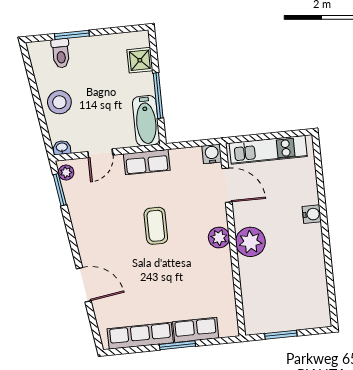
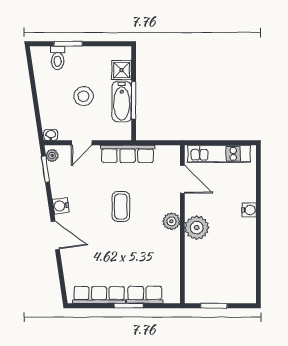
stool: (59, 102) -> (83, 96), moved
bathtub: (146, 121) -> (122, 101), moved
water cooler: (212, 154) -> (61, 206), moved, turned -98
row of seats: (147, 162) -> (128, 154), width x1.48
door: (84, 285) -> (55, 235), moved

